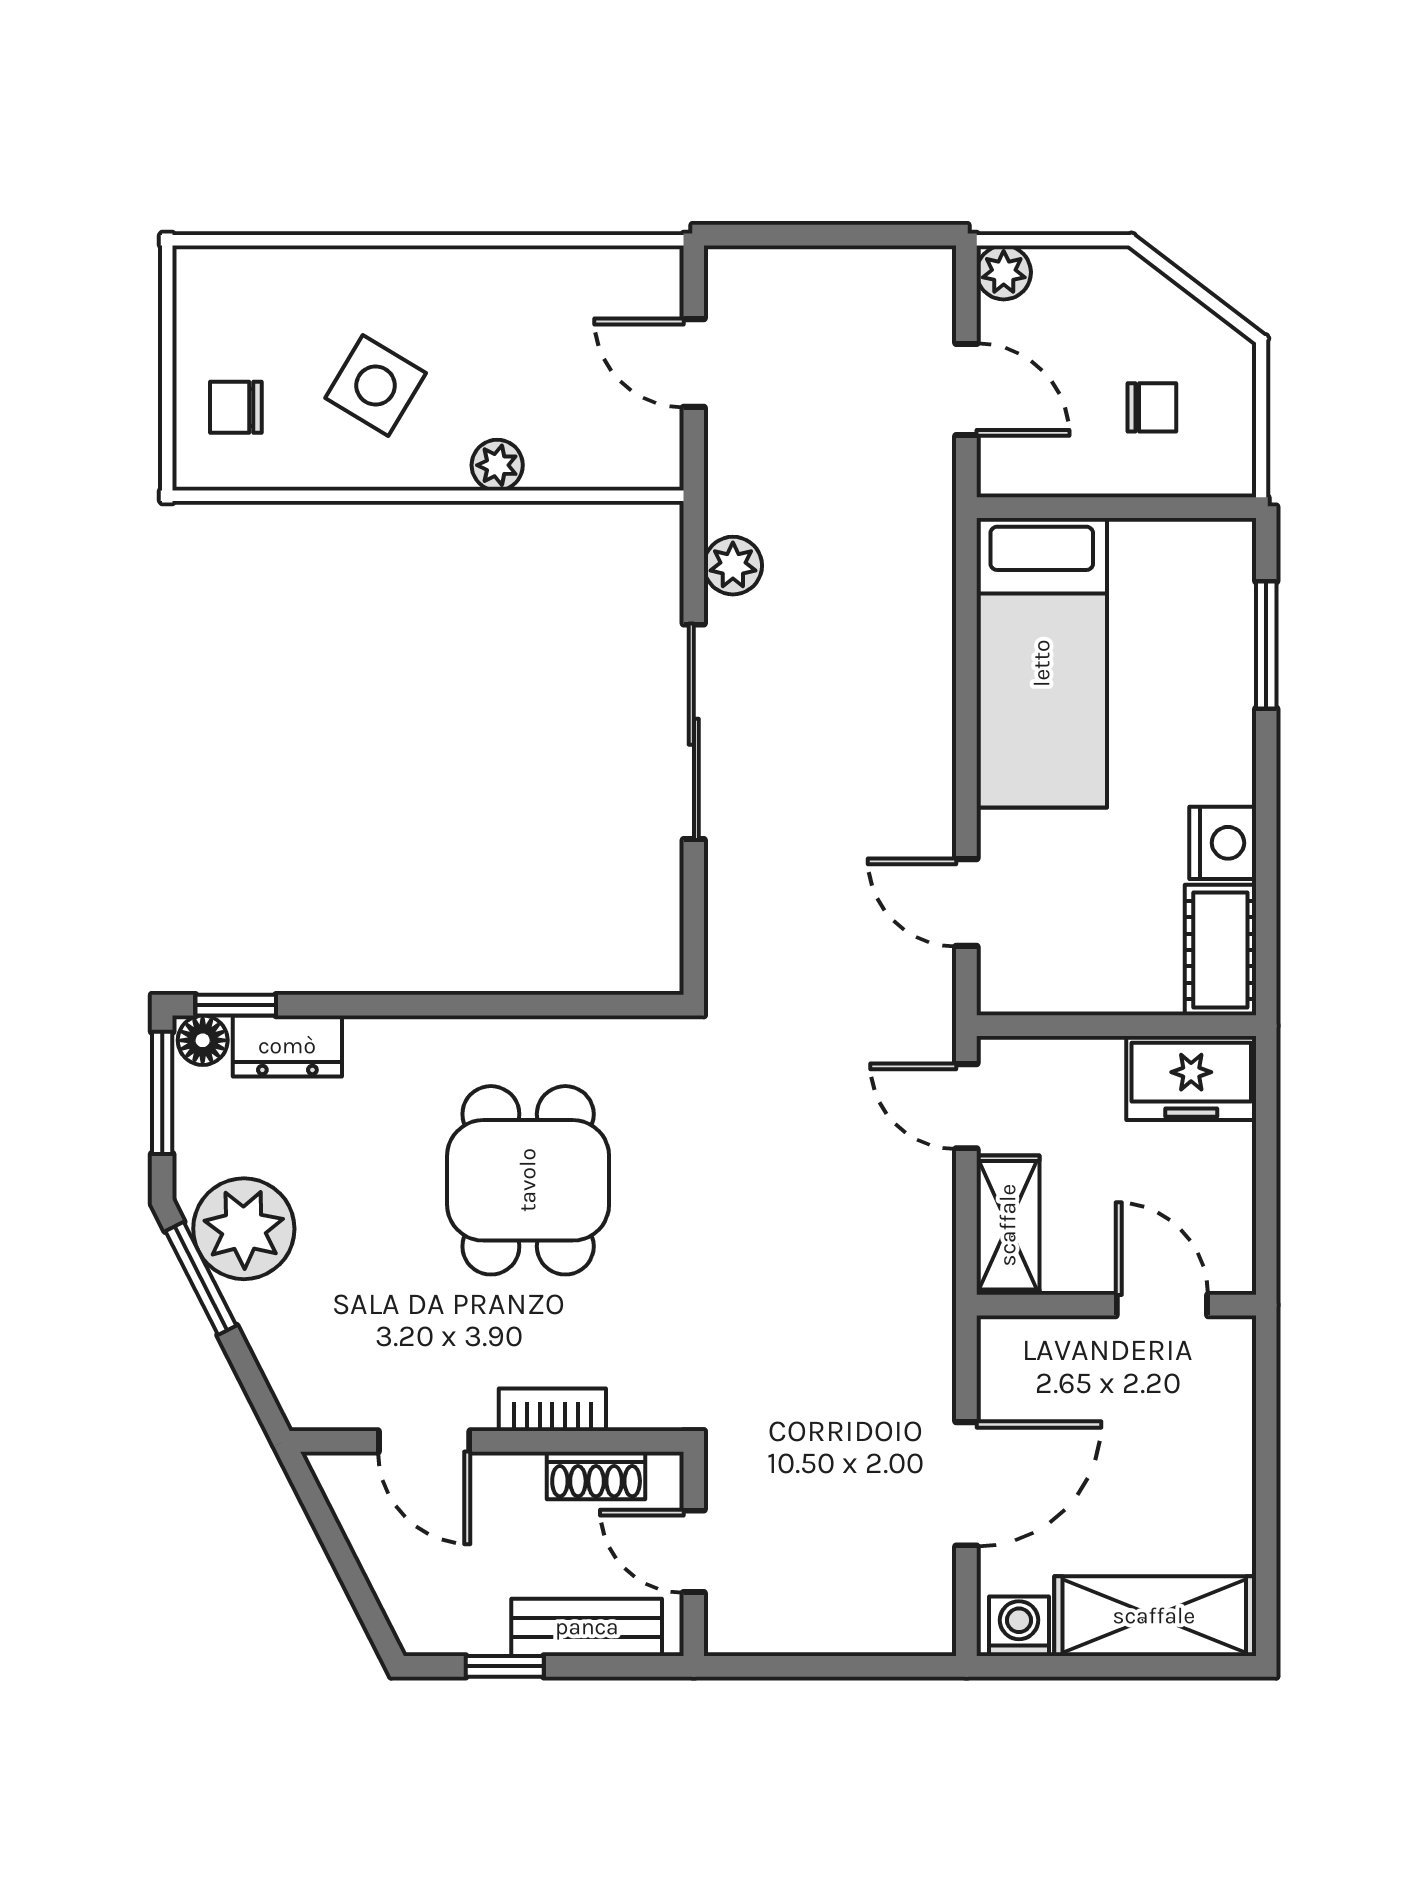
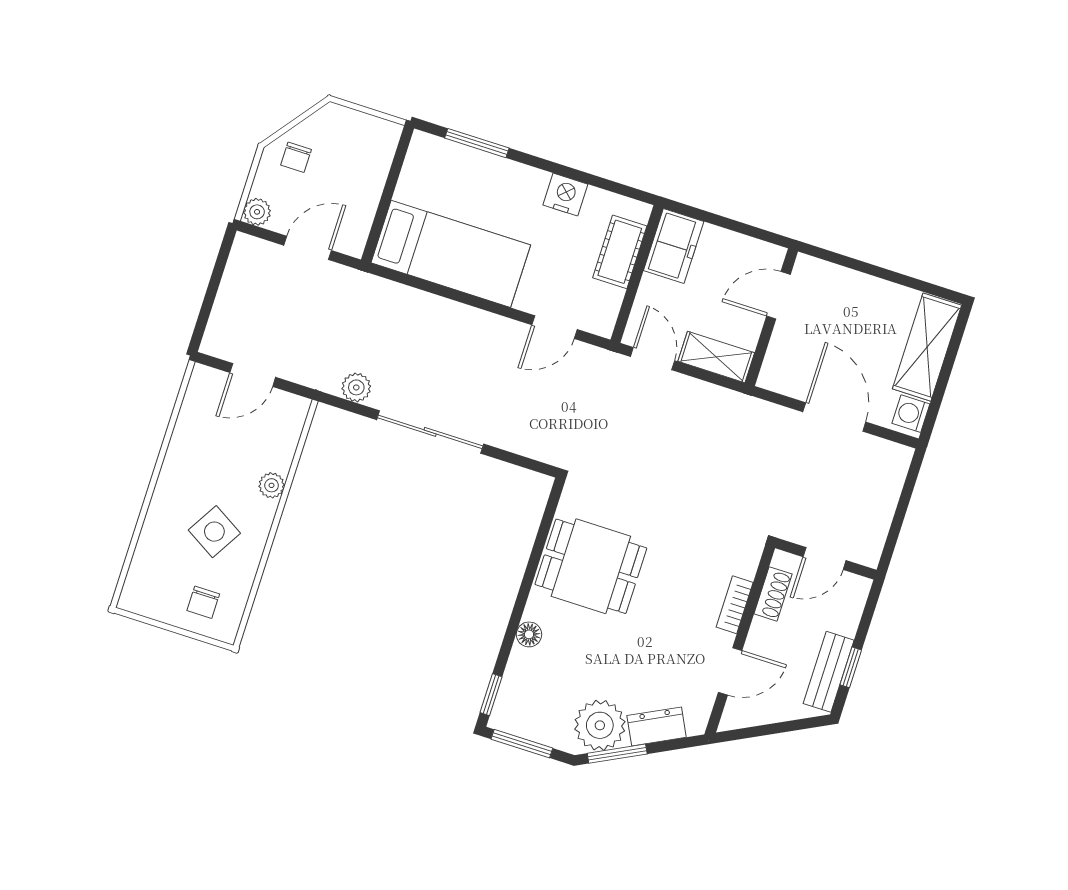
chair: (1152, 407) -> (296, 157), moved, turned 180
cot: (1220, 950) -> (620, 252), moved, turned 90
floor lamp: (203, 1040) -> (529, 634), moved
dresser: (287, 1046) -> (657, 726), moved, turned -117
door: (966, 1106) -> (653, 359), swing flipped
dining table: (528, 1180) -> (591, 566), moved
bench: (587, 1627) -> (829, 672), moved

